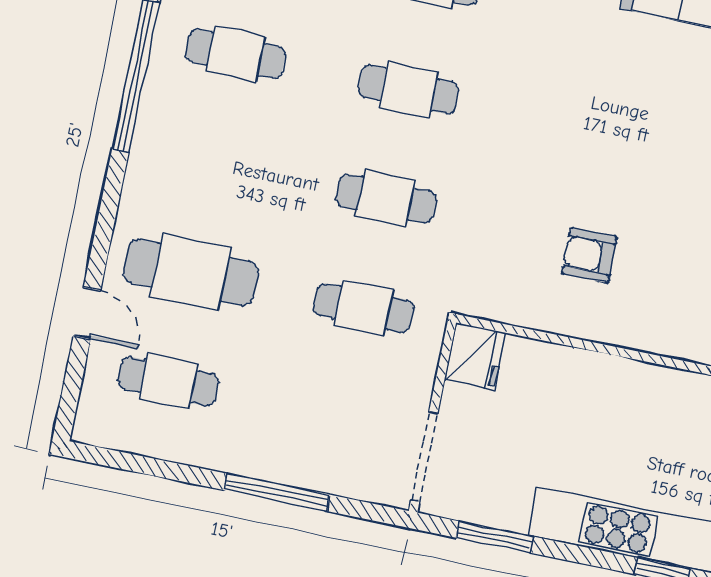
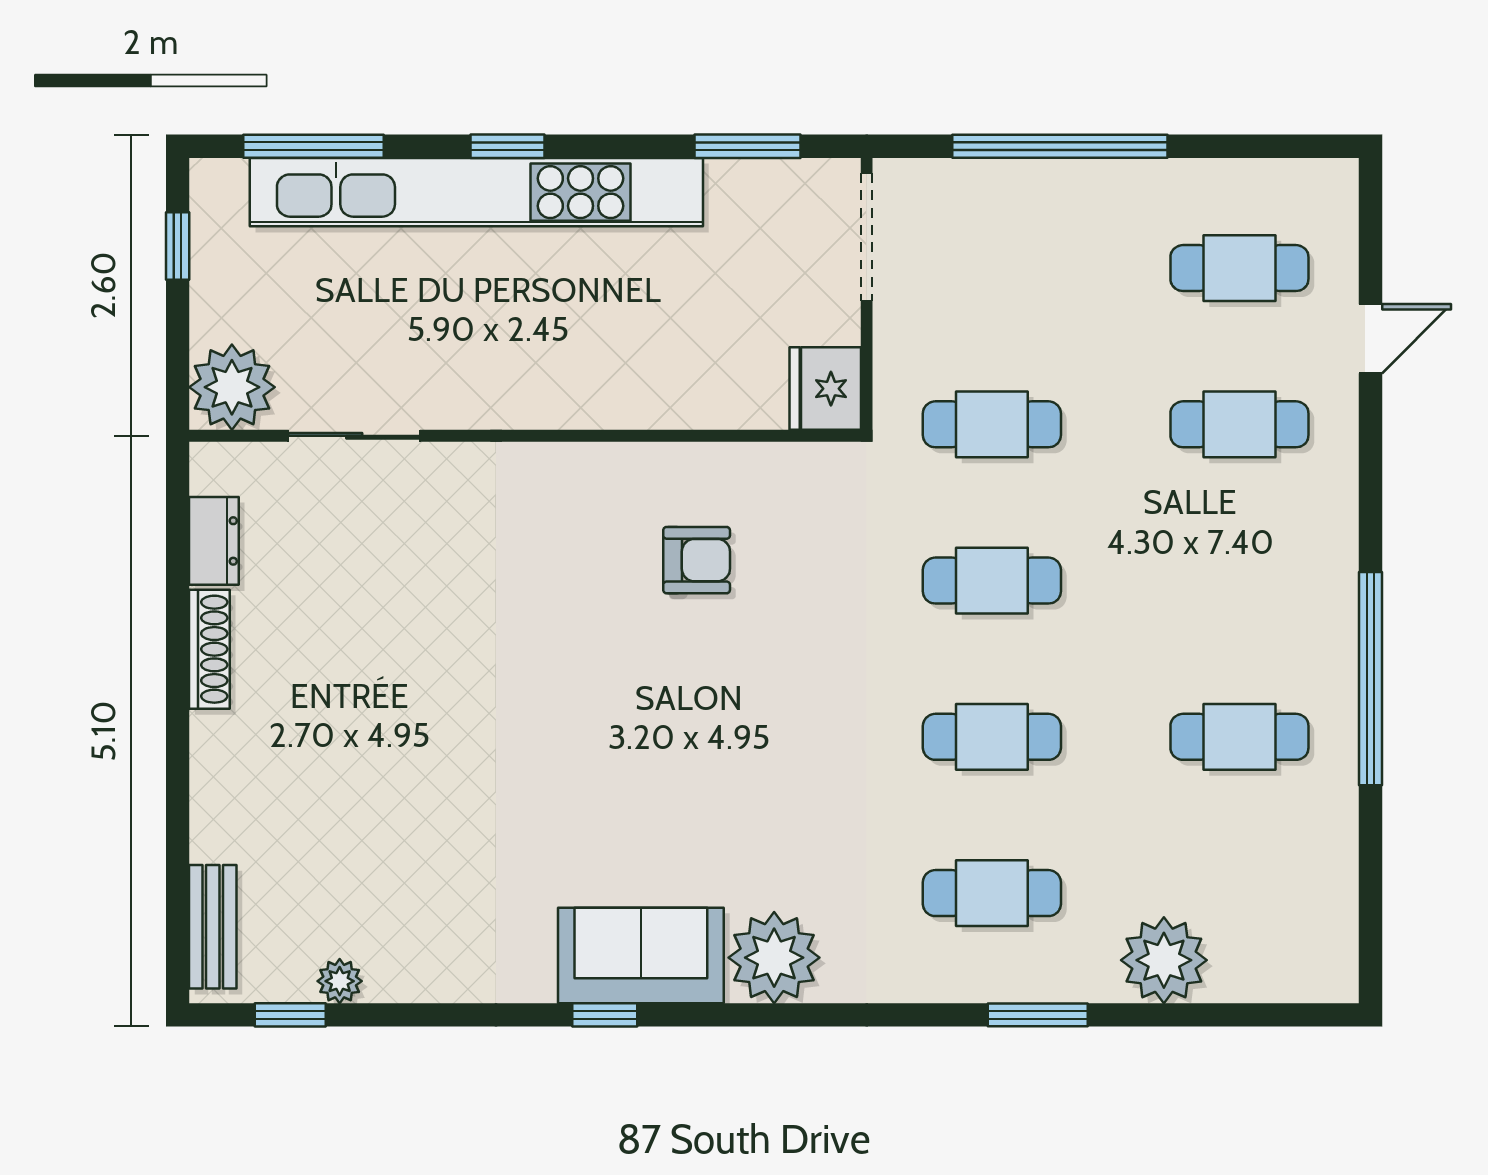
cafe table: (191, 272) -> (1239, 424), width x0.73, depth x0.74
door: (87, 313) -> (1370, 339), swing flipped
window: (276, 492) -> (1060, 146), width x1.46

